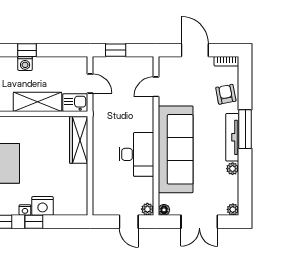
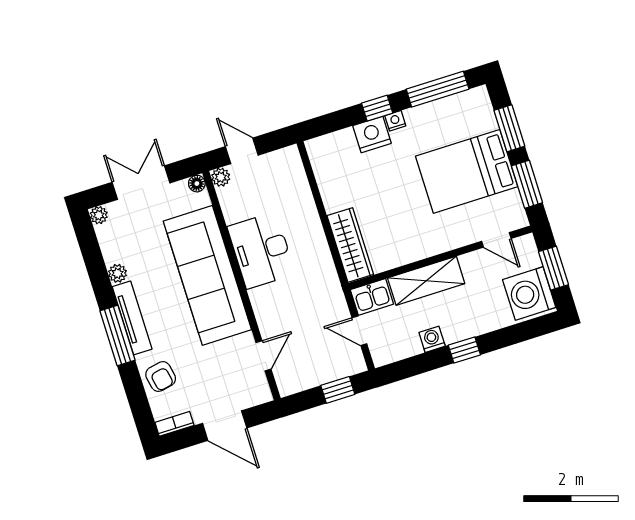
washing machine: (25, 63) -> (432, 339), moved

